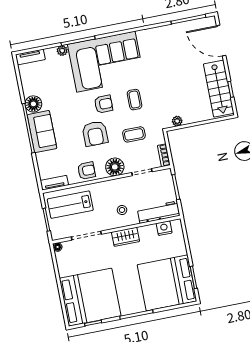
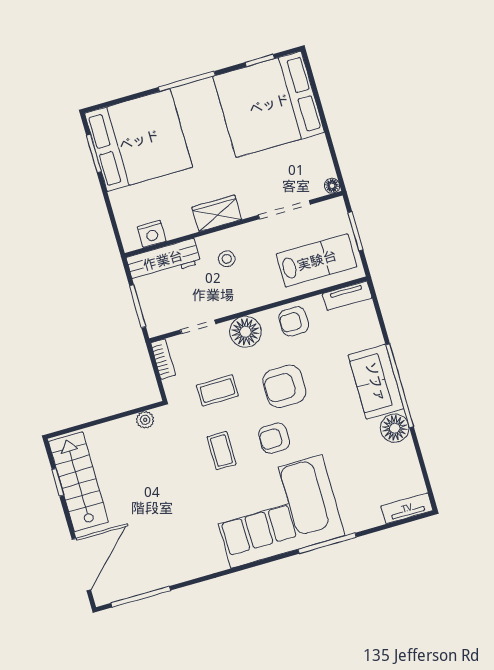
door: (221, 41) -> (81, 565), hinge flipped
plant: (62, 51) -> (353, 524), removed
armchair: (95, 134) -> (284, 386), turned -90

